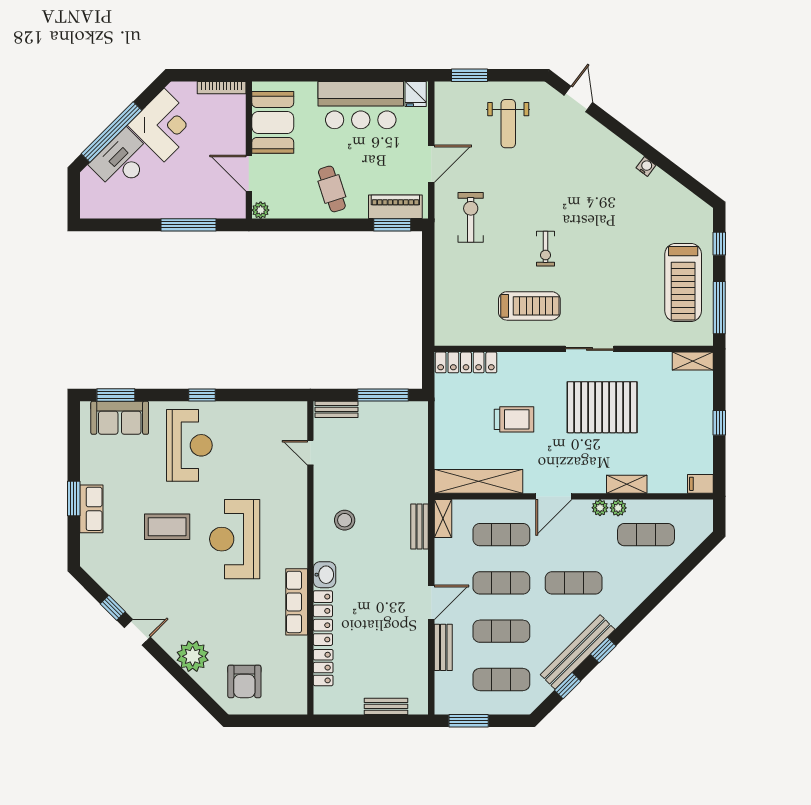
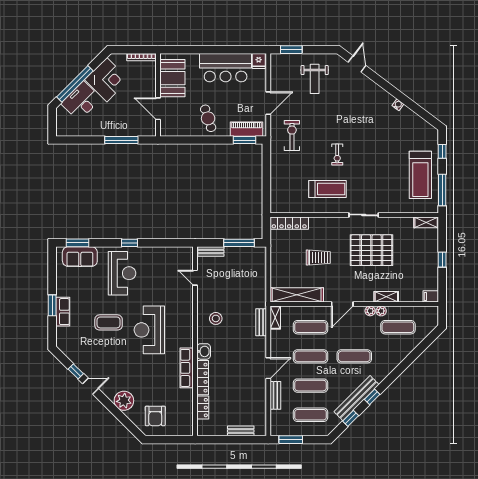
plant: (261, 210) -> (165, 131), removed

